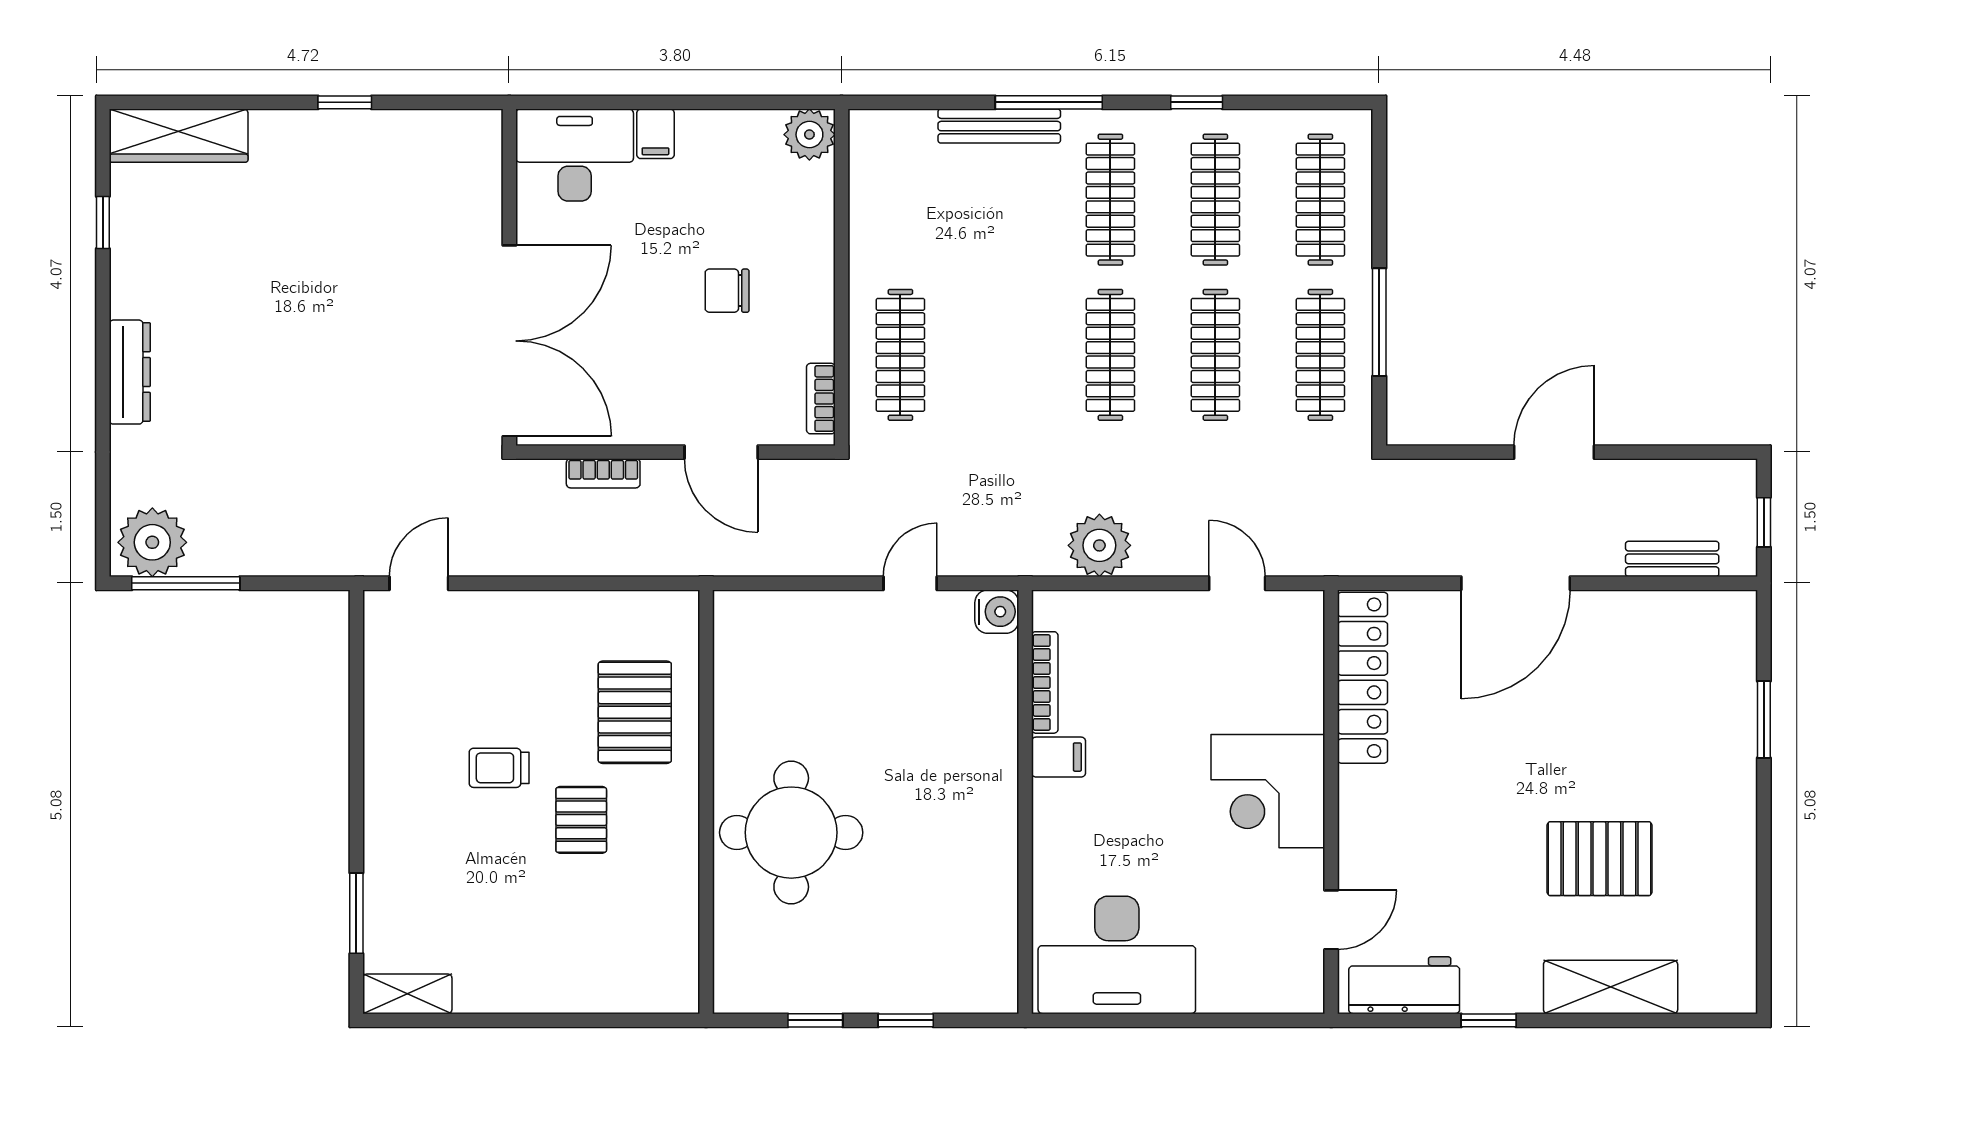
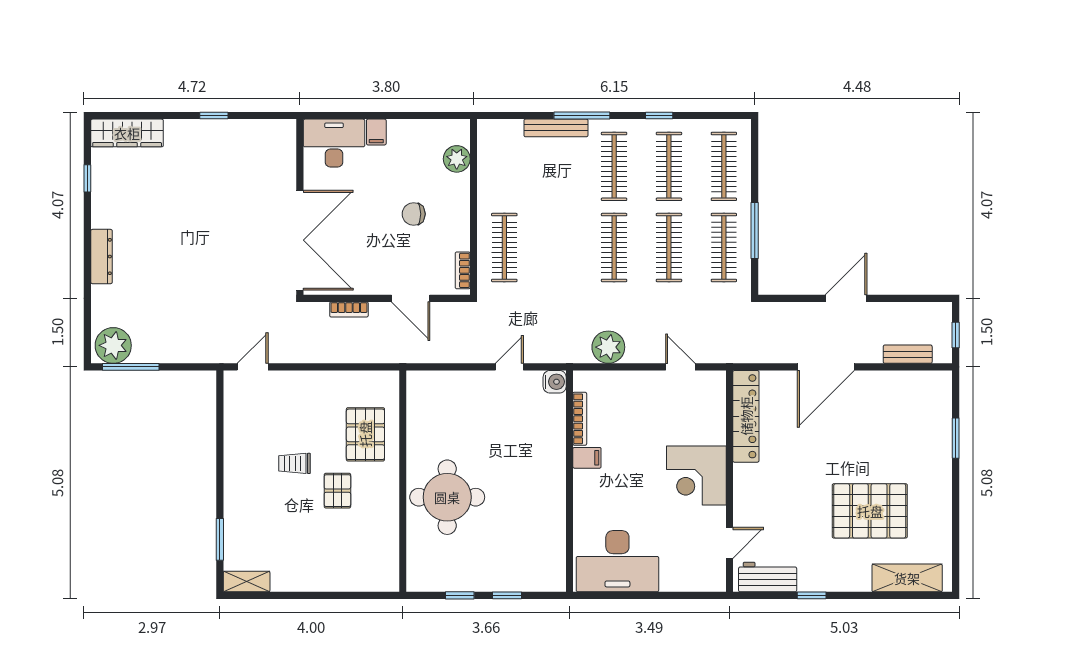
plant: (809, 135) -> (457, 159), moved
pallet: (1599, 859) -> (870, 511), width x1.37, depth x1.41
shelving: (1611, 987) -> (907, 578), moved

